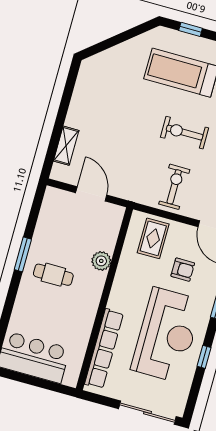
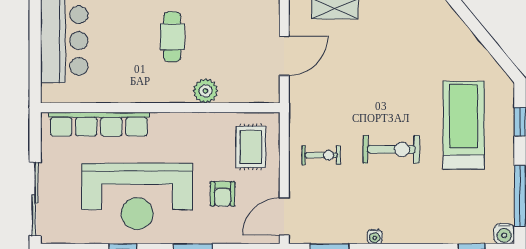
exercise bike: (185, 133) -> (391, 149), turned 90
exercise bike: (174, 187) -> (321, 155), width x0.73, depth x0.72
rug: (153, 238) -> (251, 147), turned 90

